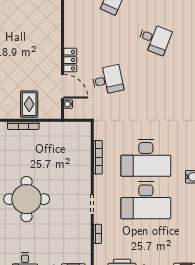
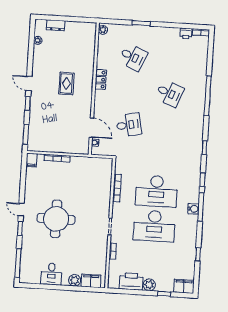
locker: (70, 60) -> (101, 79), moved
rug: (29, 104) -> (66, 83), moved

